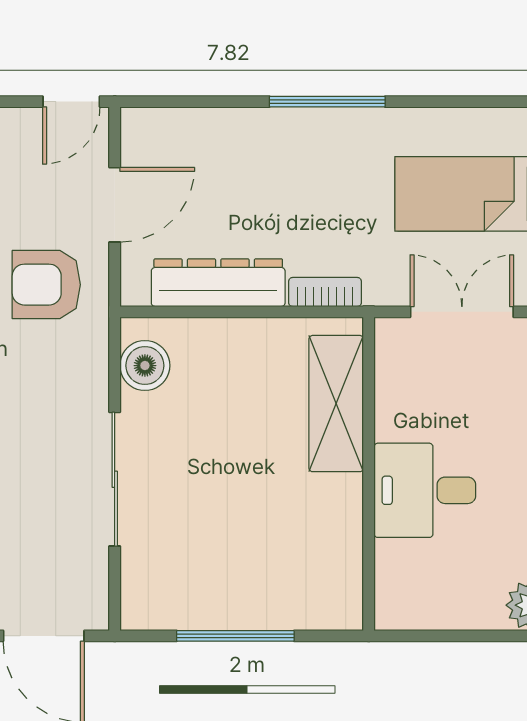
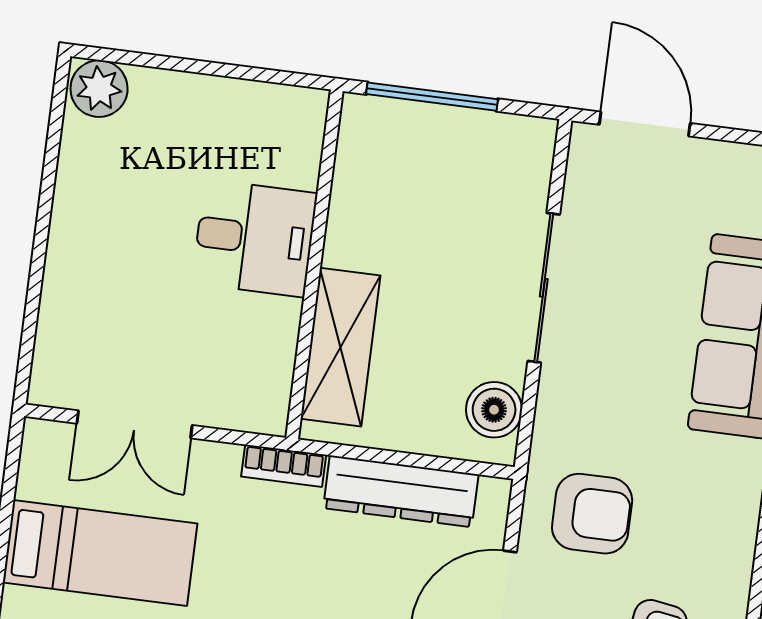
shelving: (336, 404) -> (341, 347), moved
wall: (369, 474) -> (314, 264), moved
desk: (425, 490) -> (254, 238), moved

